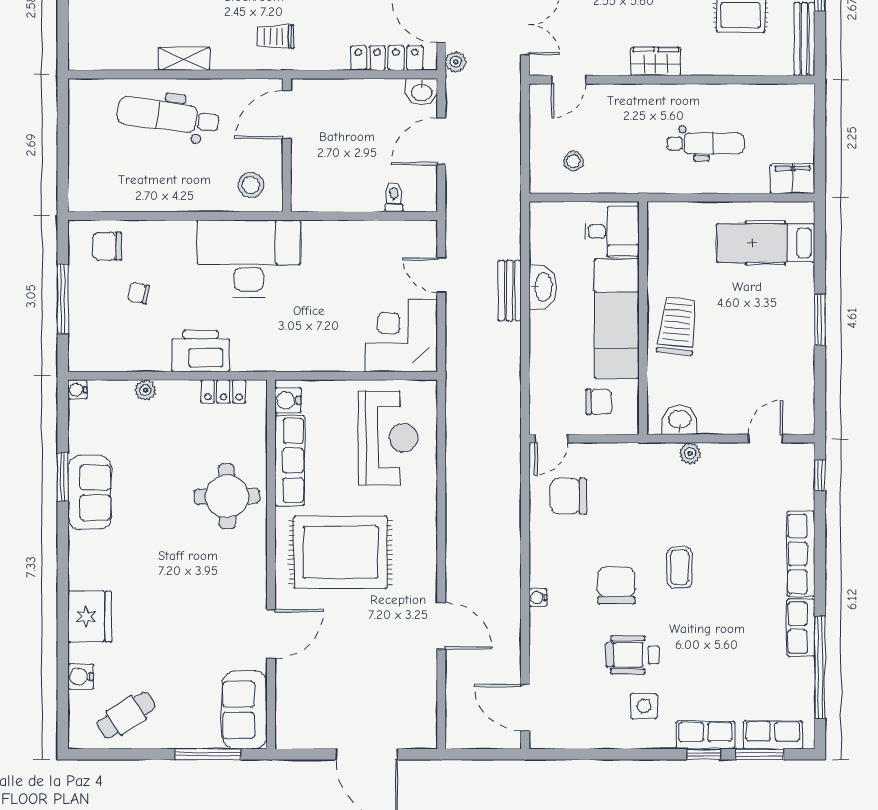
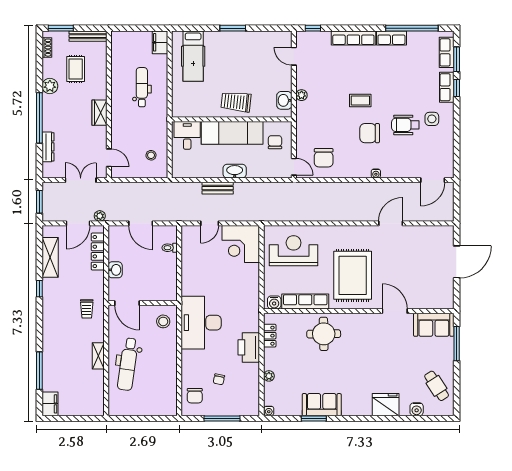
washbasin: (422, 92) -> (115, 270), moved
washbasin: (543, 287) -> (235, 171), moved
wheelchair: (632, 655) -> (405, 125), turned 90

